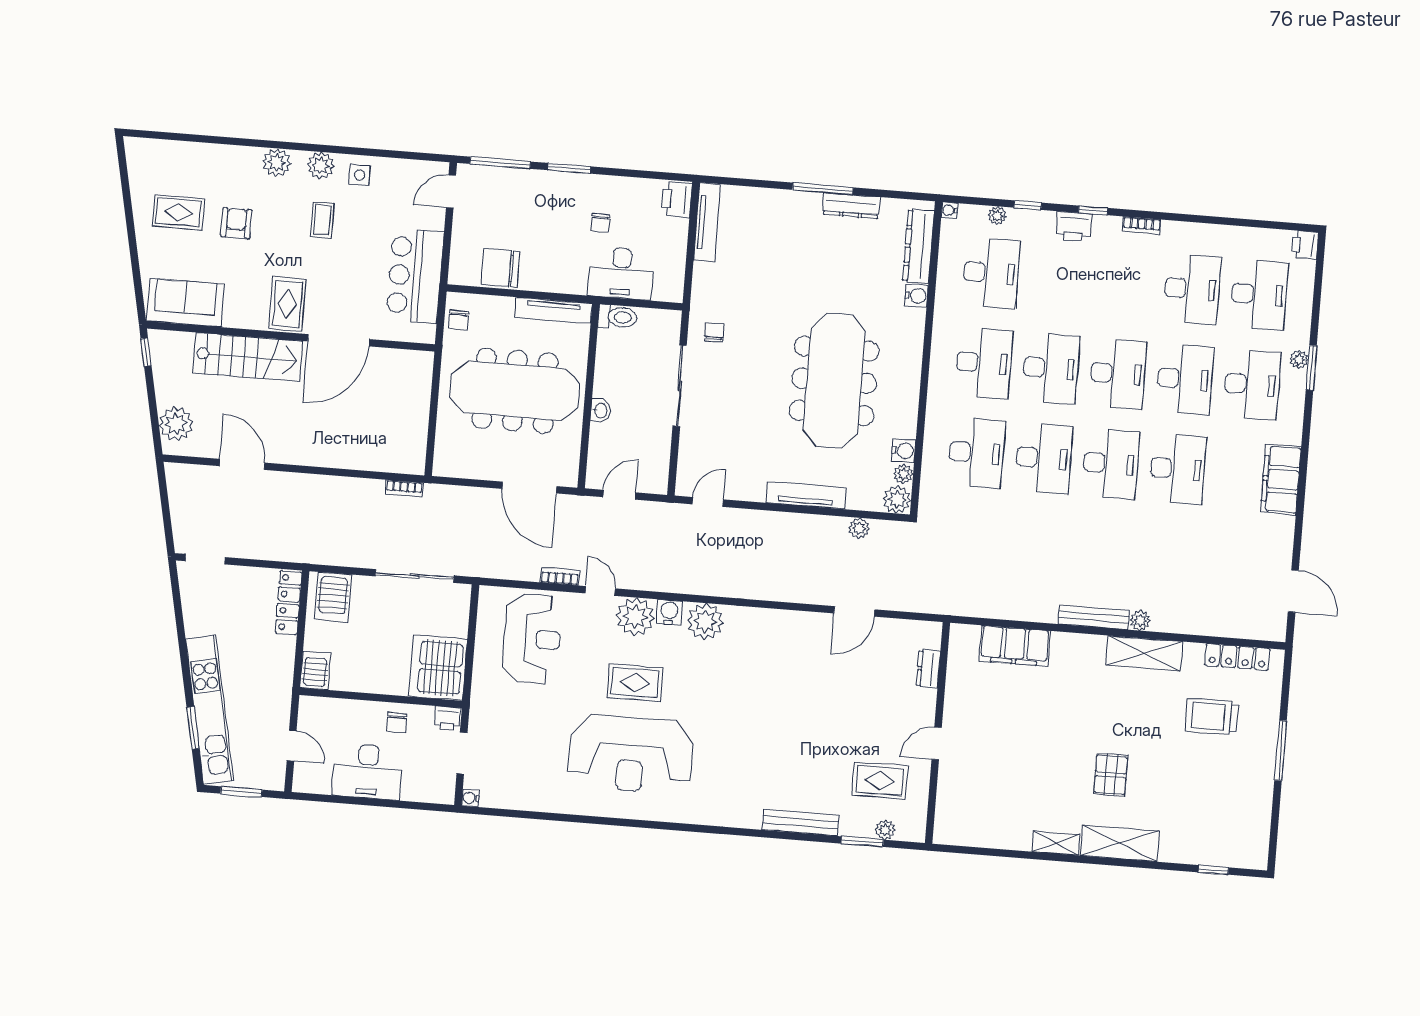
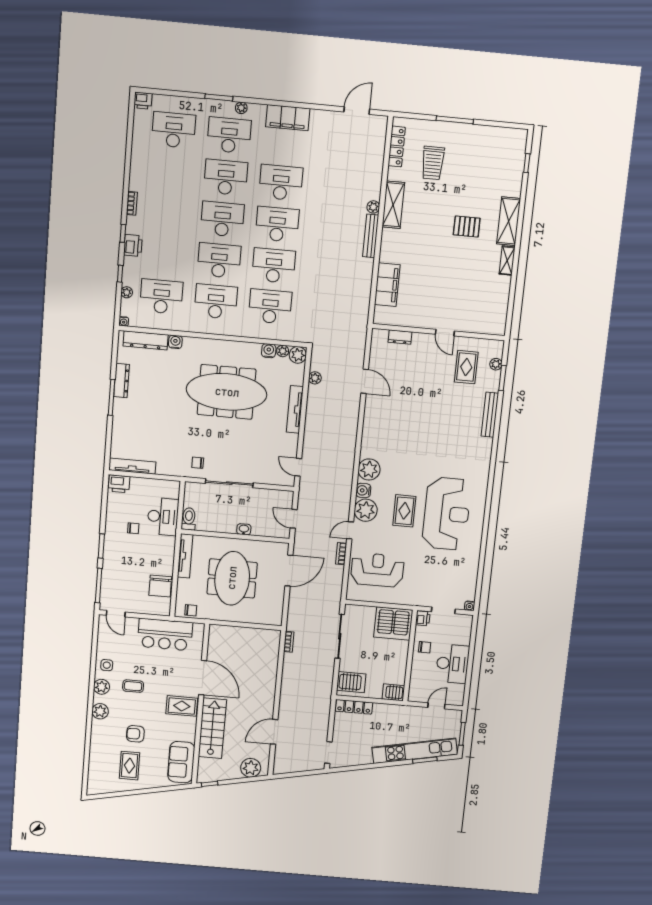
desk: (1192, 289) -> (171, 172), removed
plant: (1299, 359) -> (241, 108), moved
meeting table: (515, 391) -> (232, 578), width x0.73

